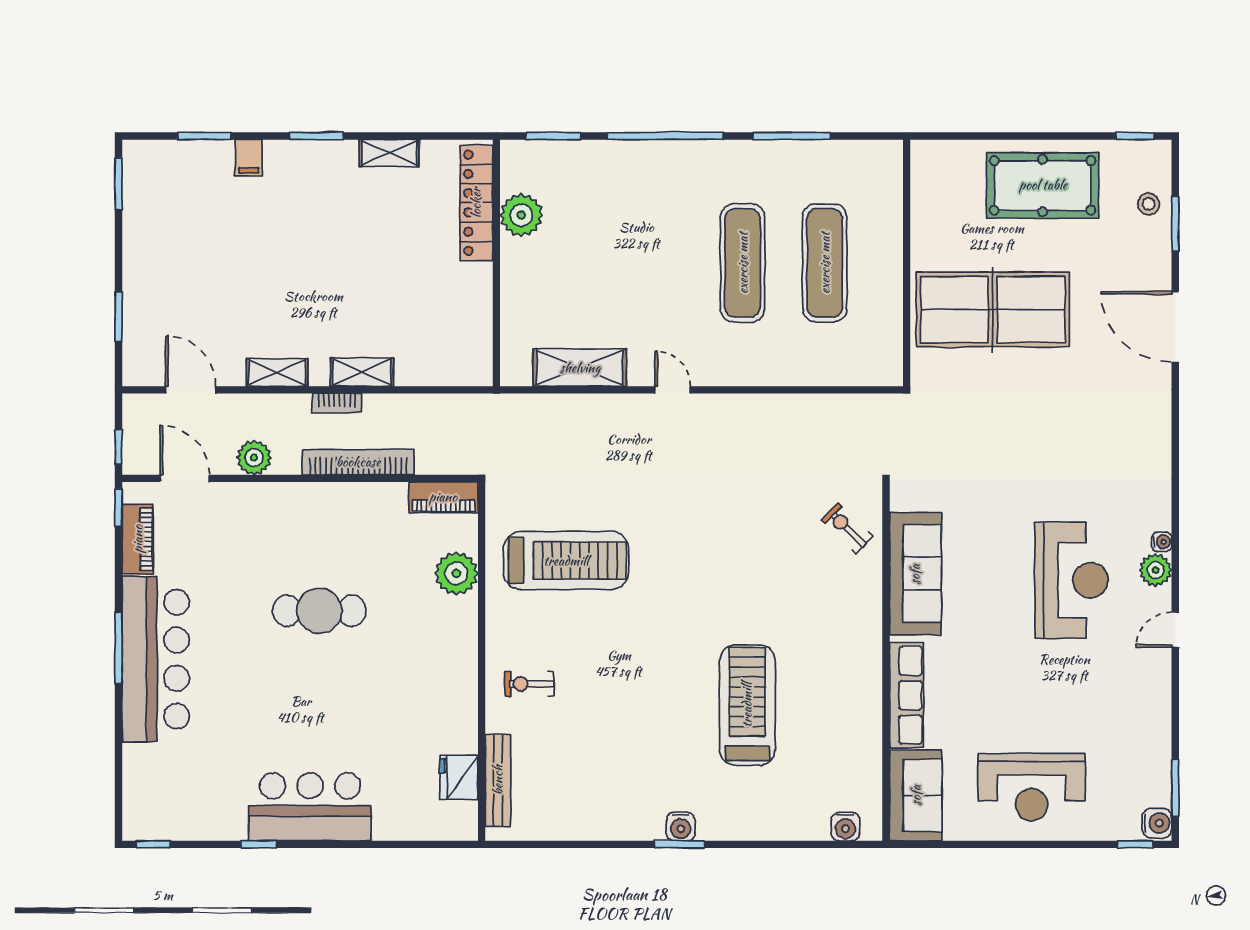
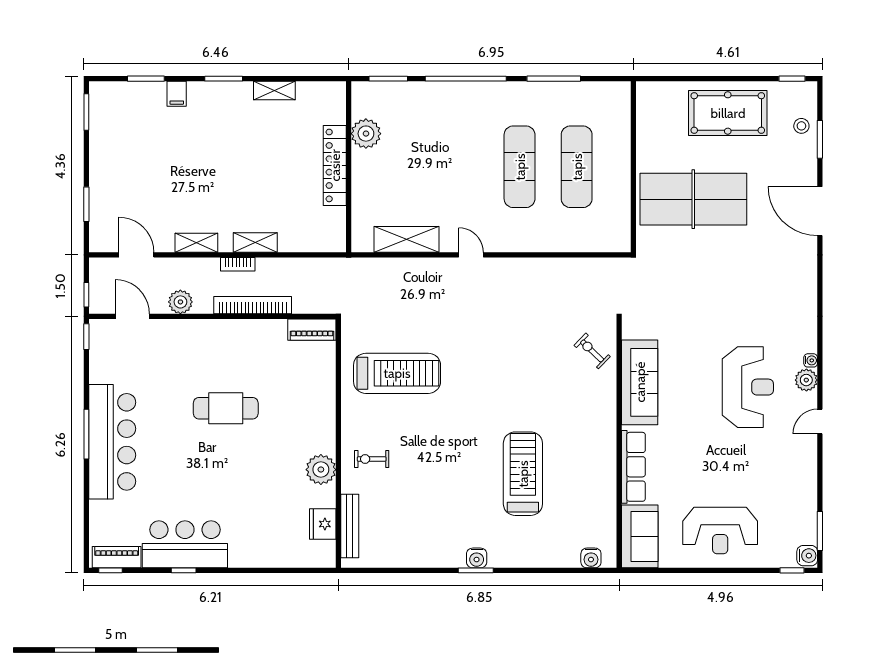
locker: (476, 203) -> (335, 165), moved
piano: (138, 539) -> (117, 557), moved, turned -90
plant: (456, 573) -> (321, 470), moved
bar counter: (310, 807) -> (185, 544), moved

